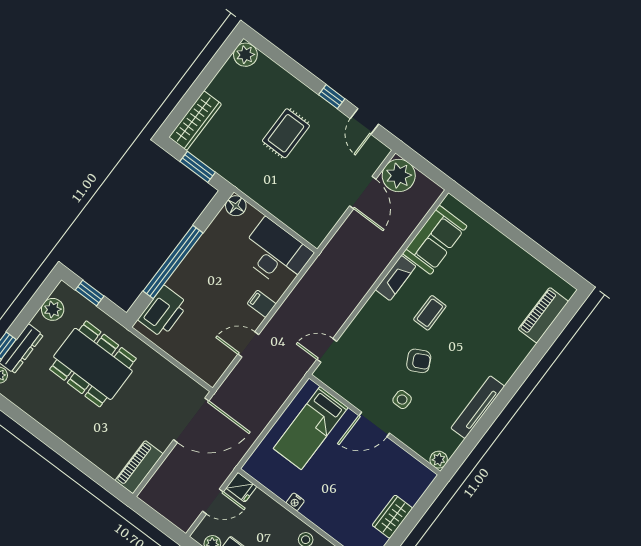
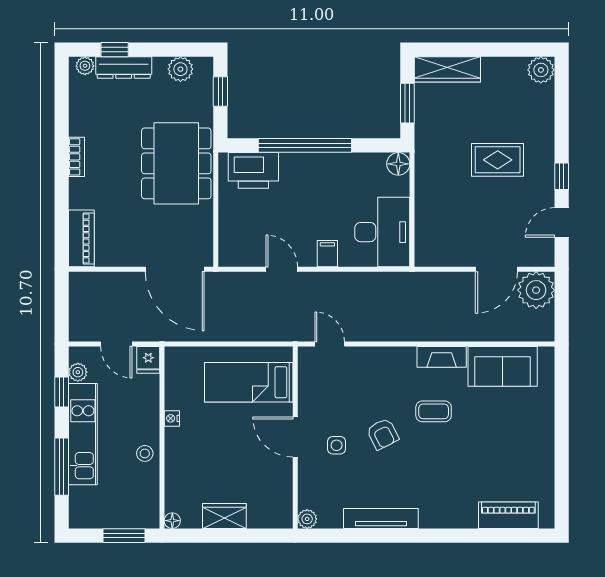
dining table: (93, 364) -> (176, 163), moved
bookcase: (59, 430) -> (76, 157), added
piano: (139, 467) -> (81, 238), moved, turned 90

